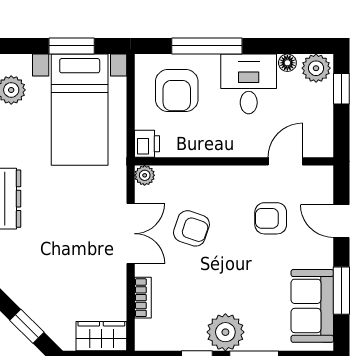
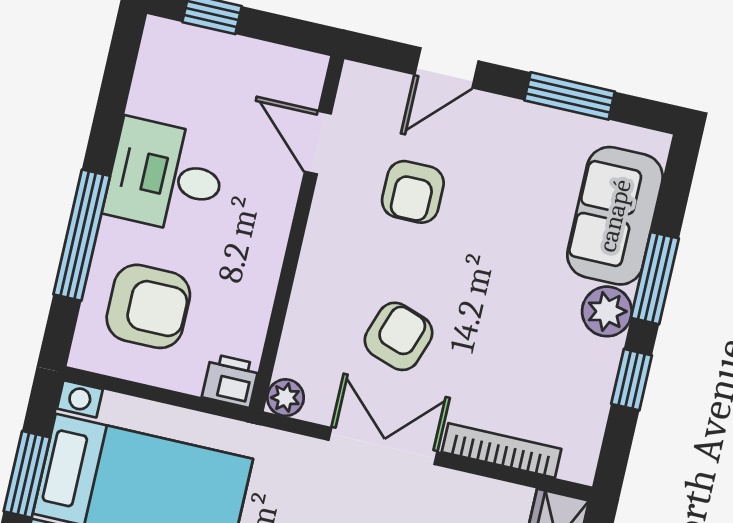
floor lamp: (287, 63) -> (144, 99), removed
plant: (316, 68) -> (165, 51), removed
bookcase: (143, 298) -> (502, 451), width x1.56
sofa: (312, 306) -> (615, 216), moved, turned 90
plant: (225, 332) -> (607, 311), width x0.73, depth x0.73

